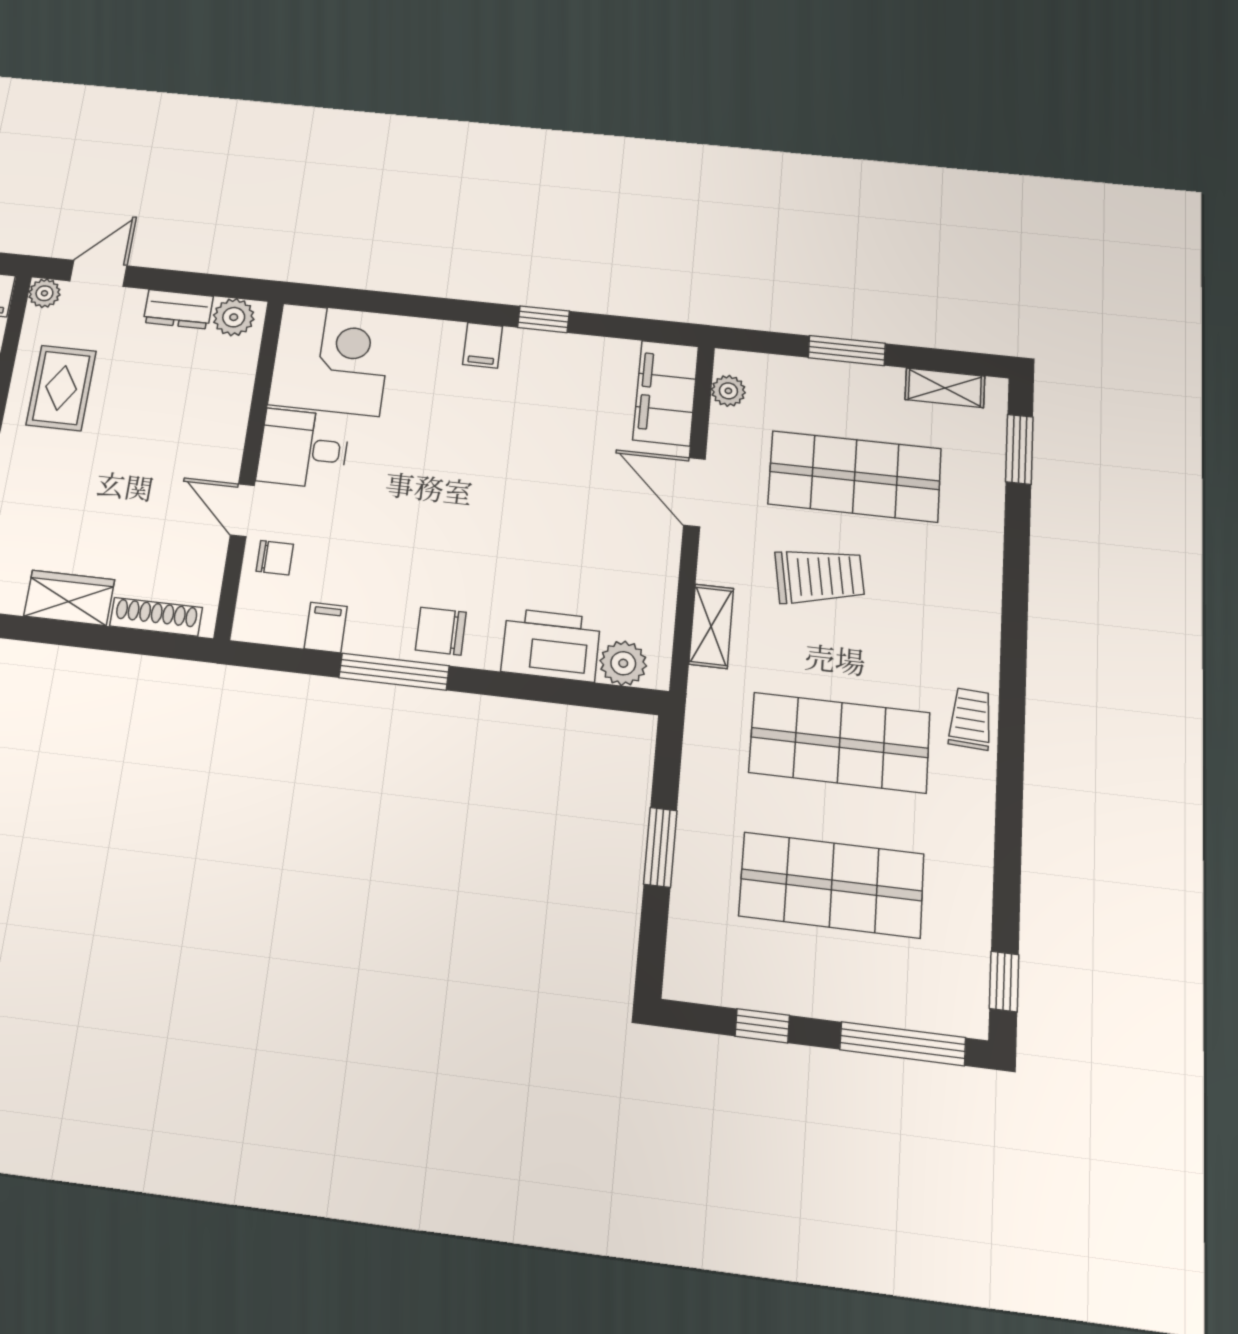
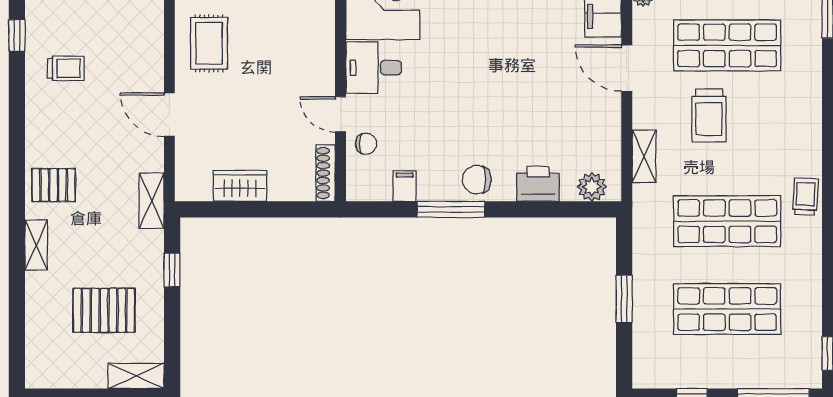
trolley: (820, 576) -> (709, 115), turned 99
shoe rack: (156, 617) -> (326, 173), moved, turned -90
printer: (551, 645) -> (538, 184), width x0.73, depth x0.84

